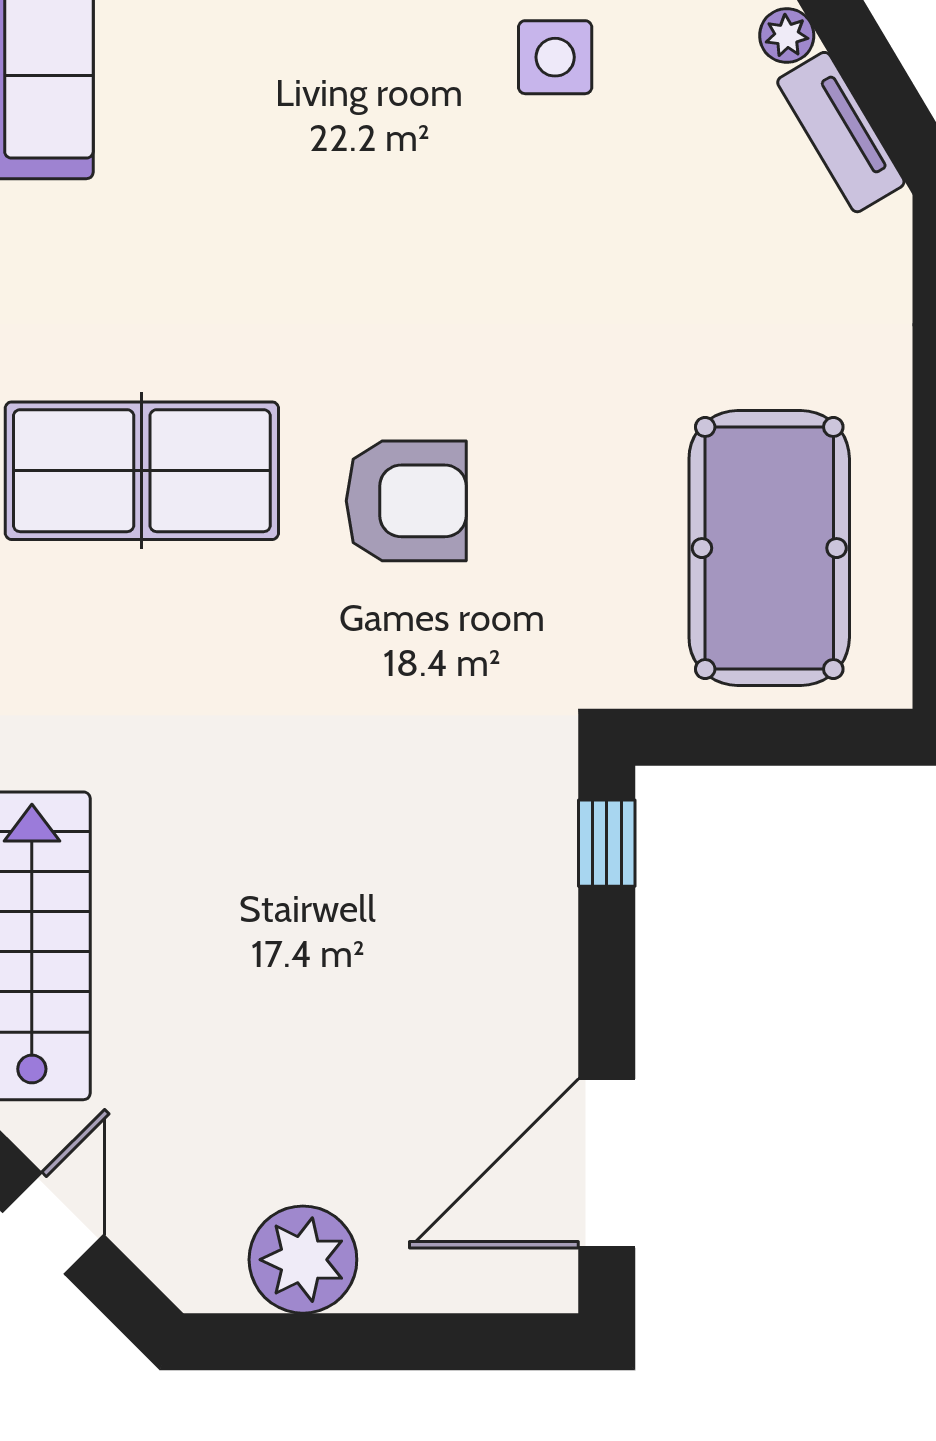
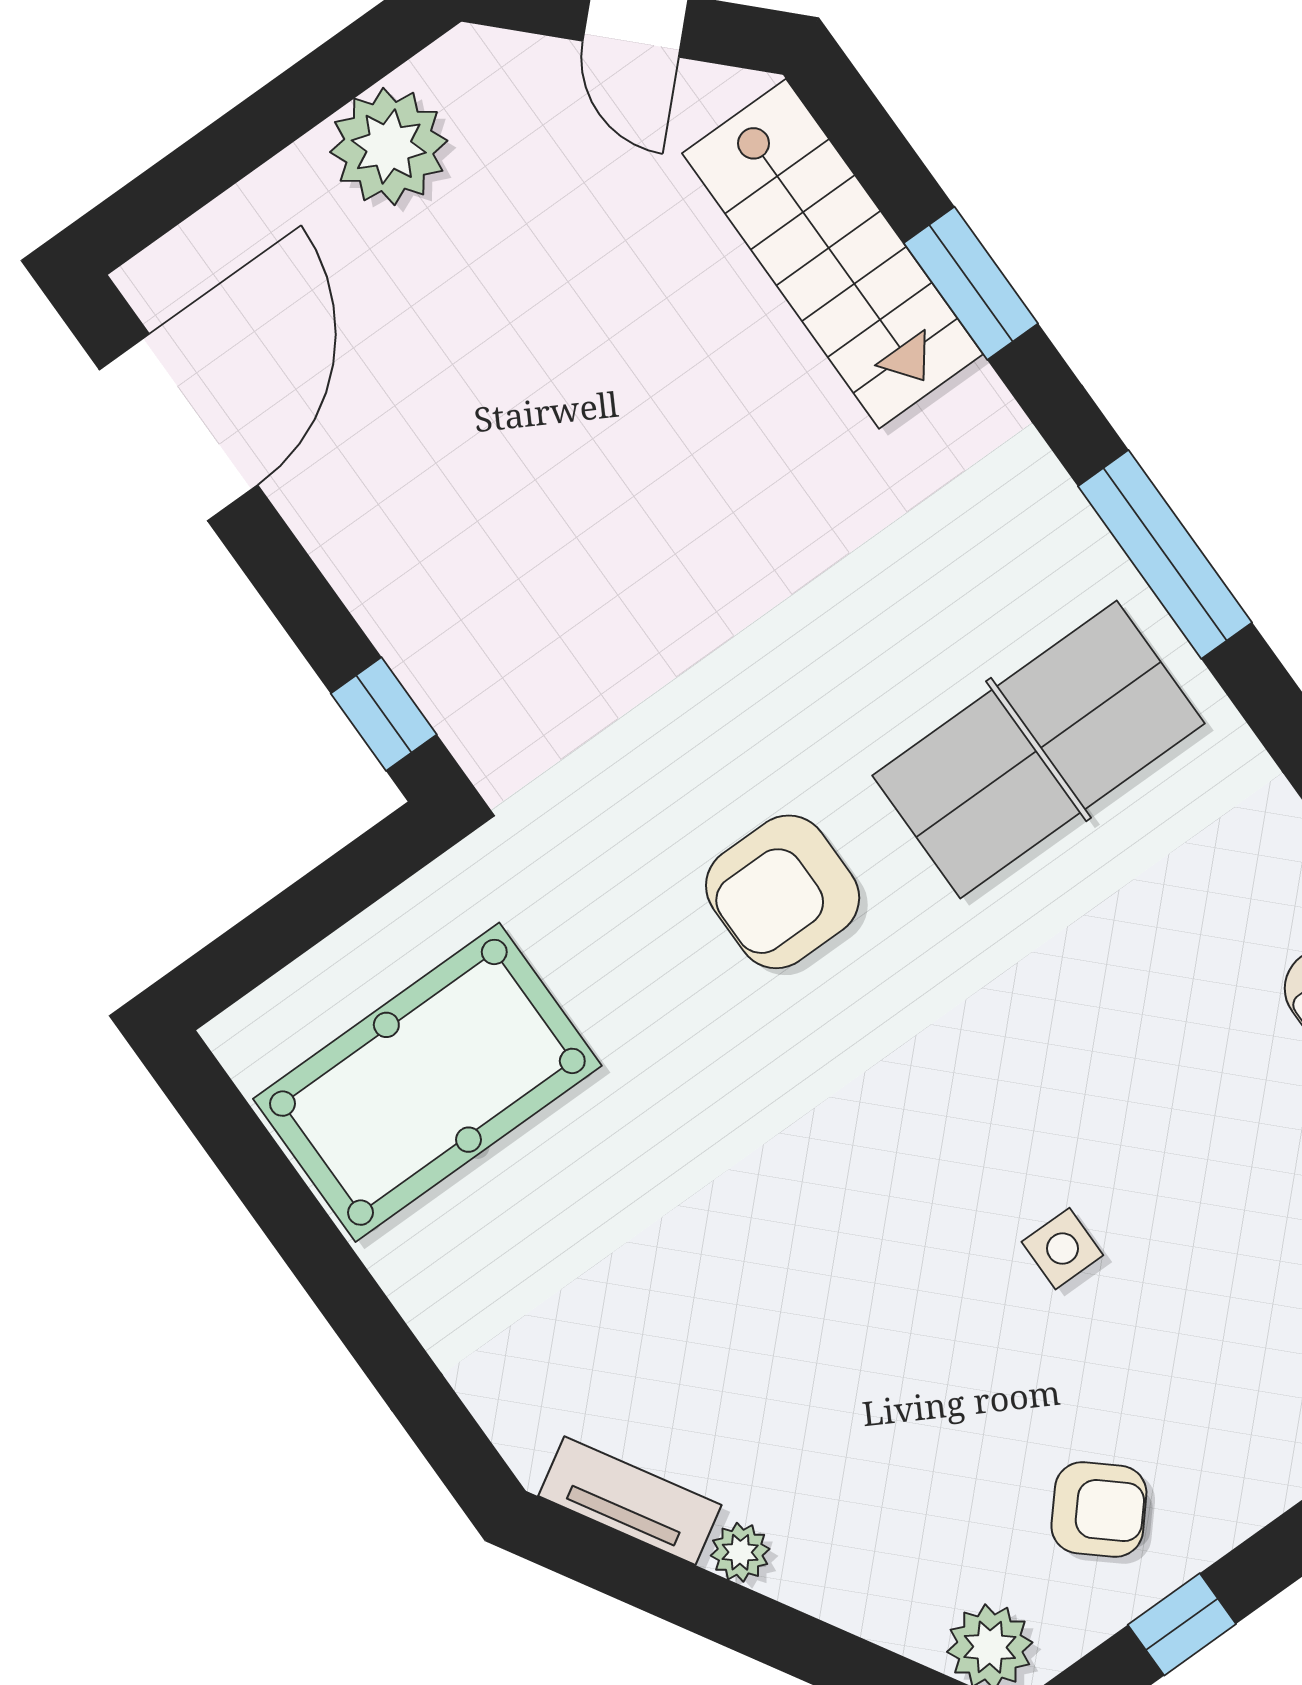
side table: (555, 57) -> (1062, 1249), moved, width x0.73, depth x0.73
pool table: (769, 548) -> (427, 1082), turned 90

